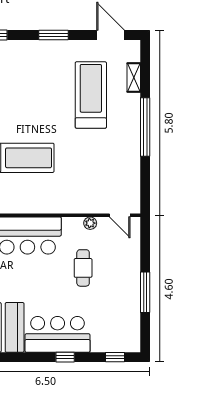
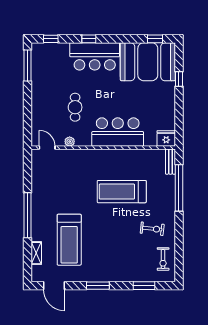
window: (145, 292) -> (28, 66), moved

